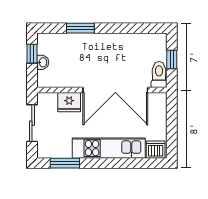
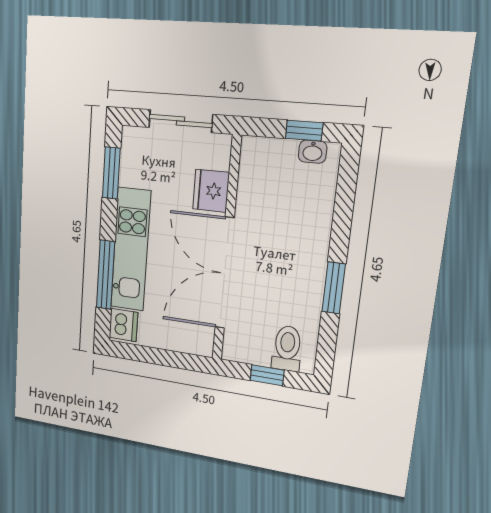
window: (80, 28) -> (334, 288), moved
washbasin: (43, 62) -> (313, 152), moved
toilet: (159, 74) -> (287, 348), moved, turned -90
window: (126, 163) -> (106, 275), added

